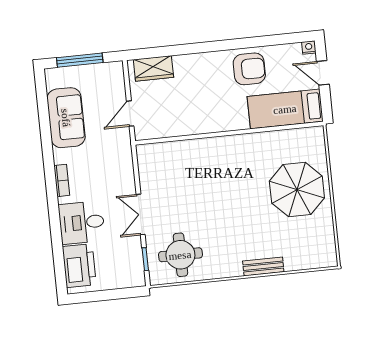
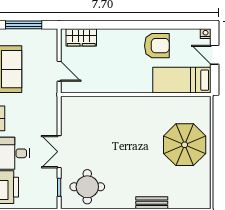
door: (130, 114) -> (59, 71), swing flipped

